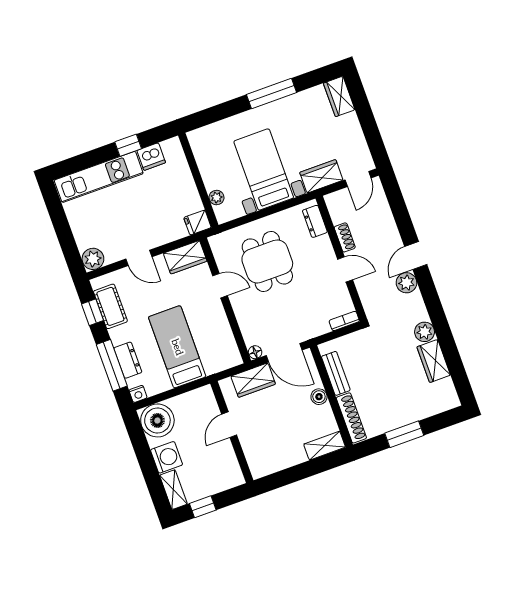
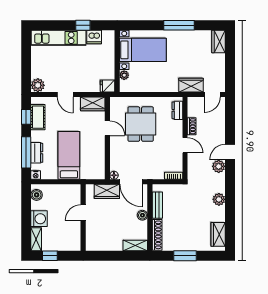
bed with nightstands: (264, 169) -> (143, 50), moved, turned 90
wardrobe: (434, 361) -> (218, 234), moved
boiler: (157, 420) -> (37, 195), width x0.54, depth x0.54

